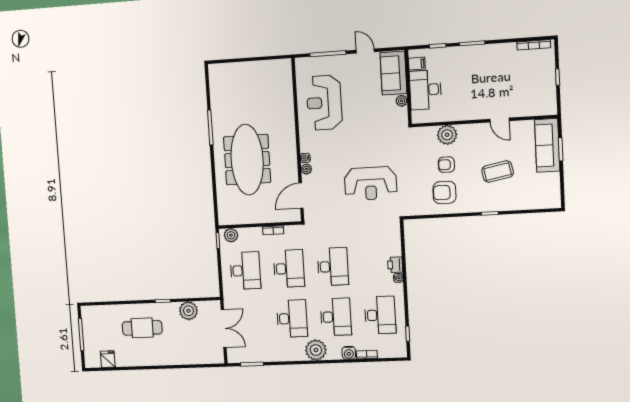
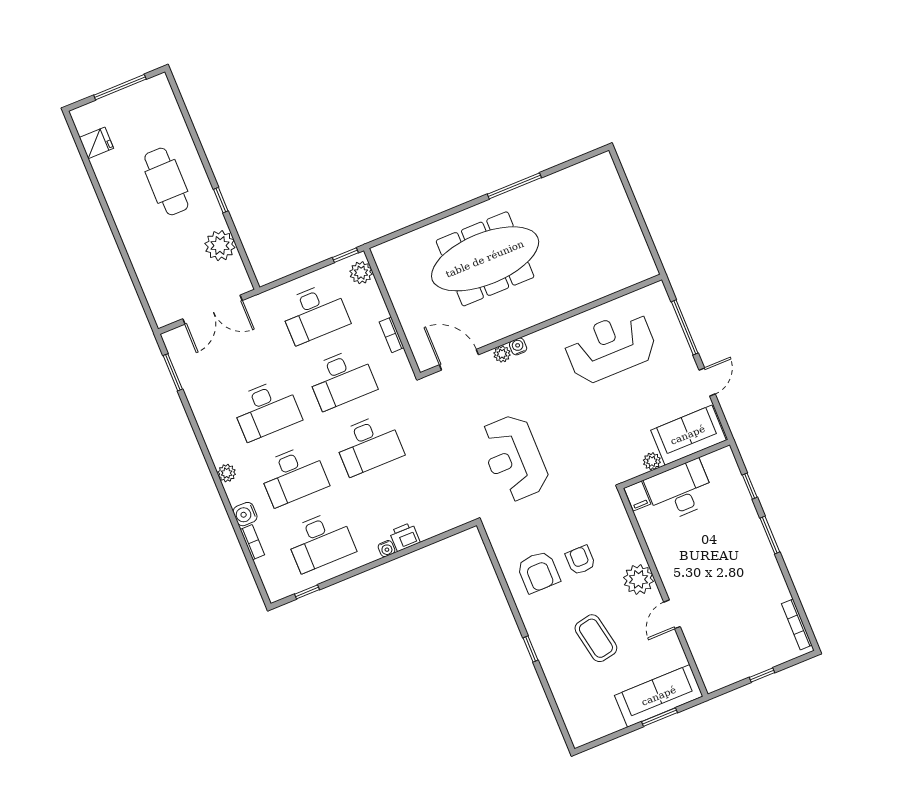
filing cabinet: (417, 64) -> (637, 496), moved
plant: (447, 135) -> (639, 579), moved
armchair: (444, 192) -> (538, 572), turned 180
plant: (316, 350) -> (227, 473), width x0.53, depth x0.53

